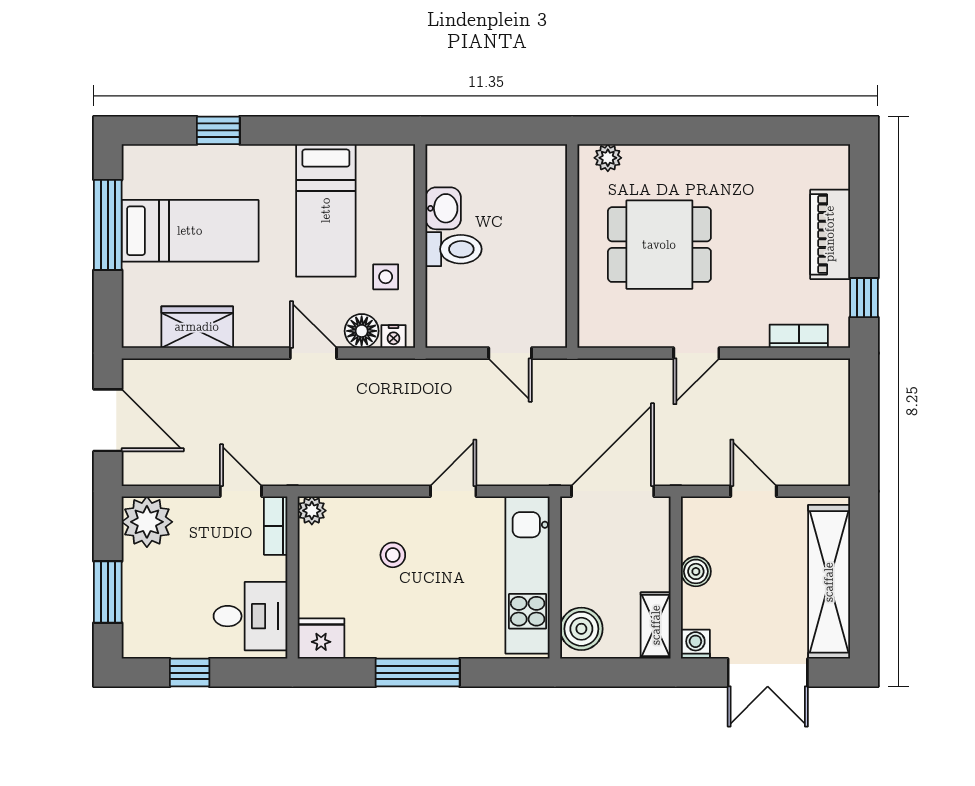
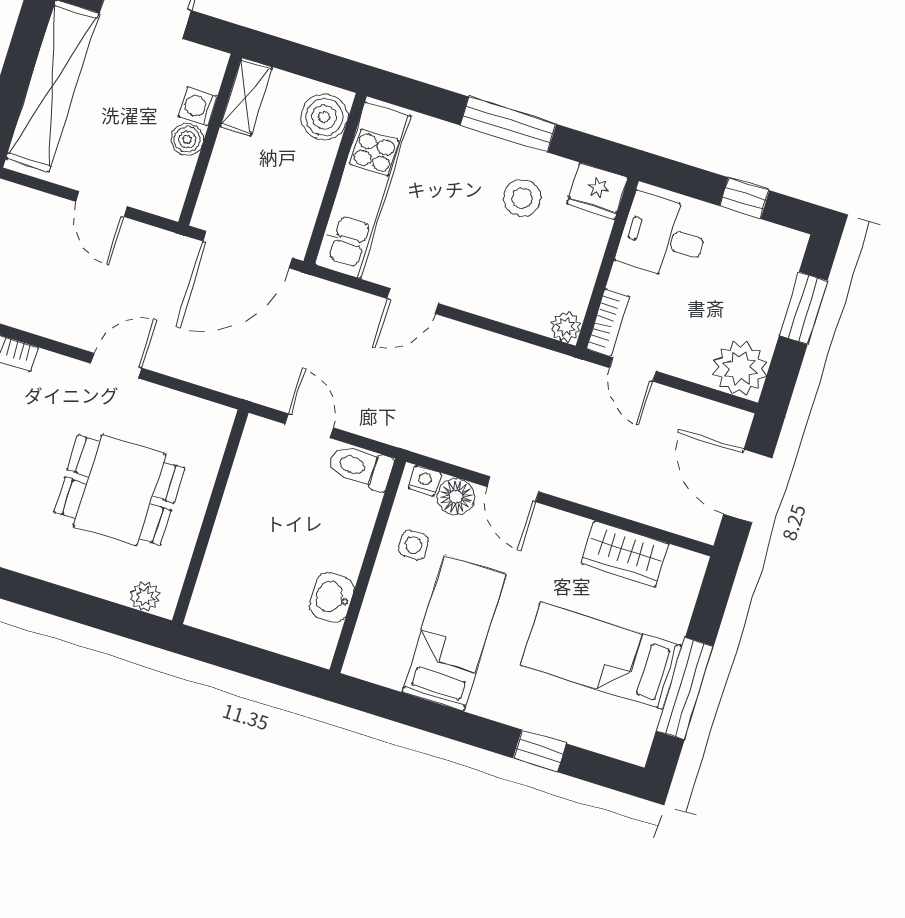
toilet: (454, 249) -> (361, 467), moved
stool: (393, 555) -> (522, 198), moved, width x1.37, depth x1.37
washing machine: (695, 644) -> (198, 106), moved, turned 90

